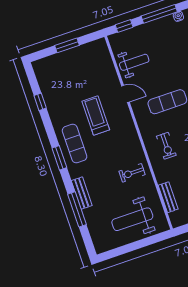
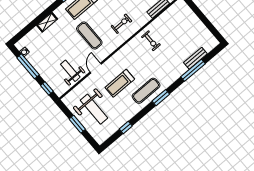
bench: (82, 193) -> (195, 58), moved
weight bench: (132, 219) -> (94, 109), moved

